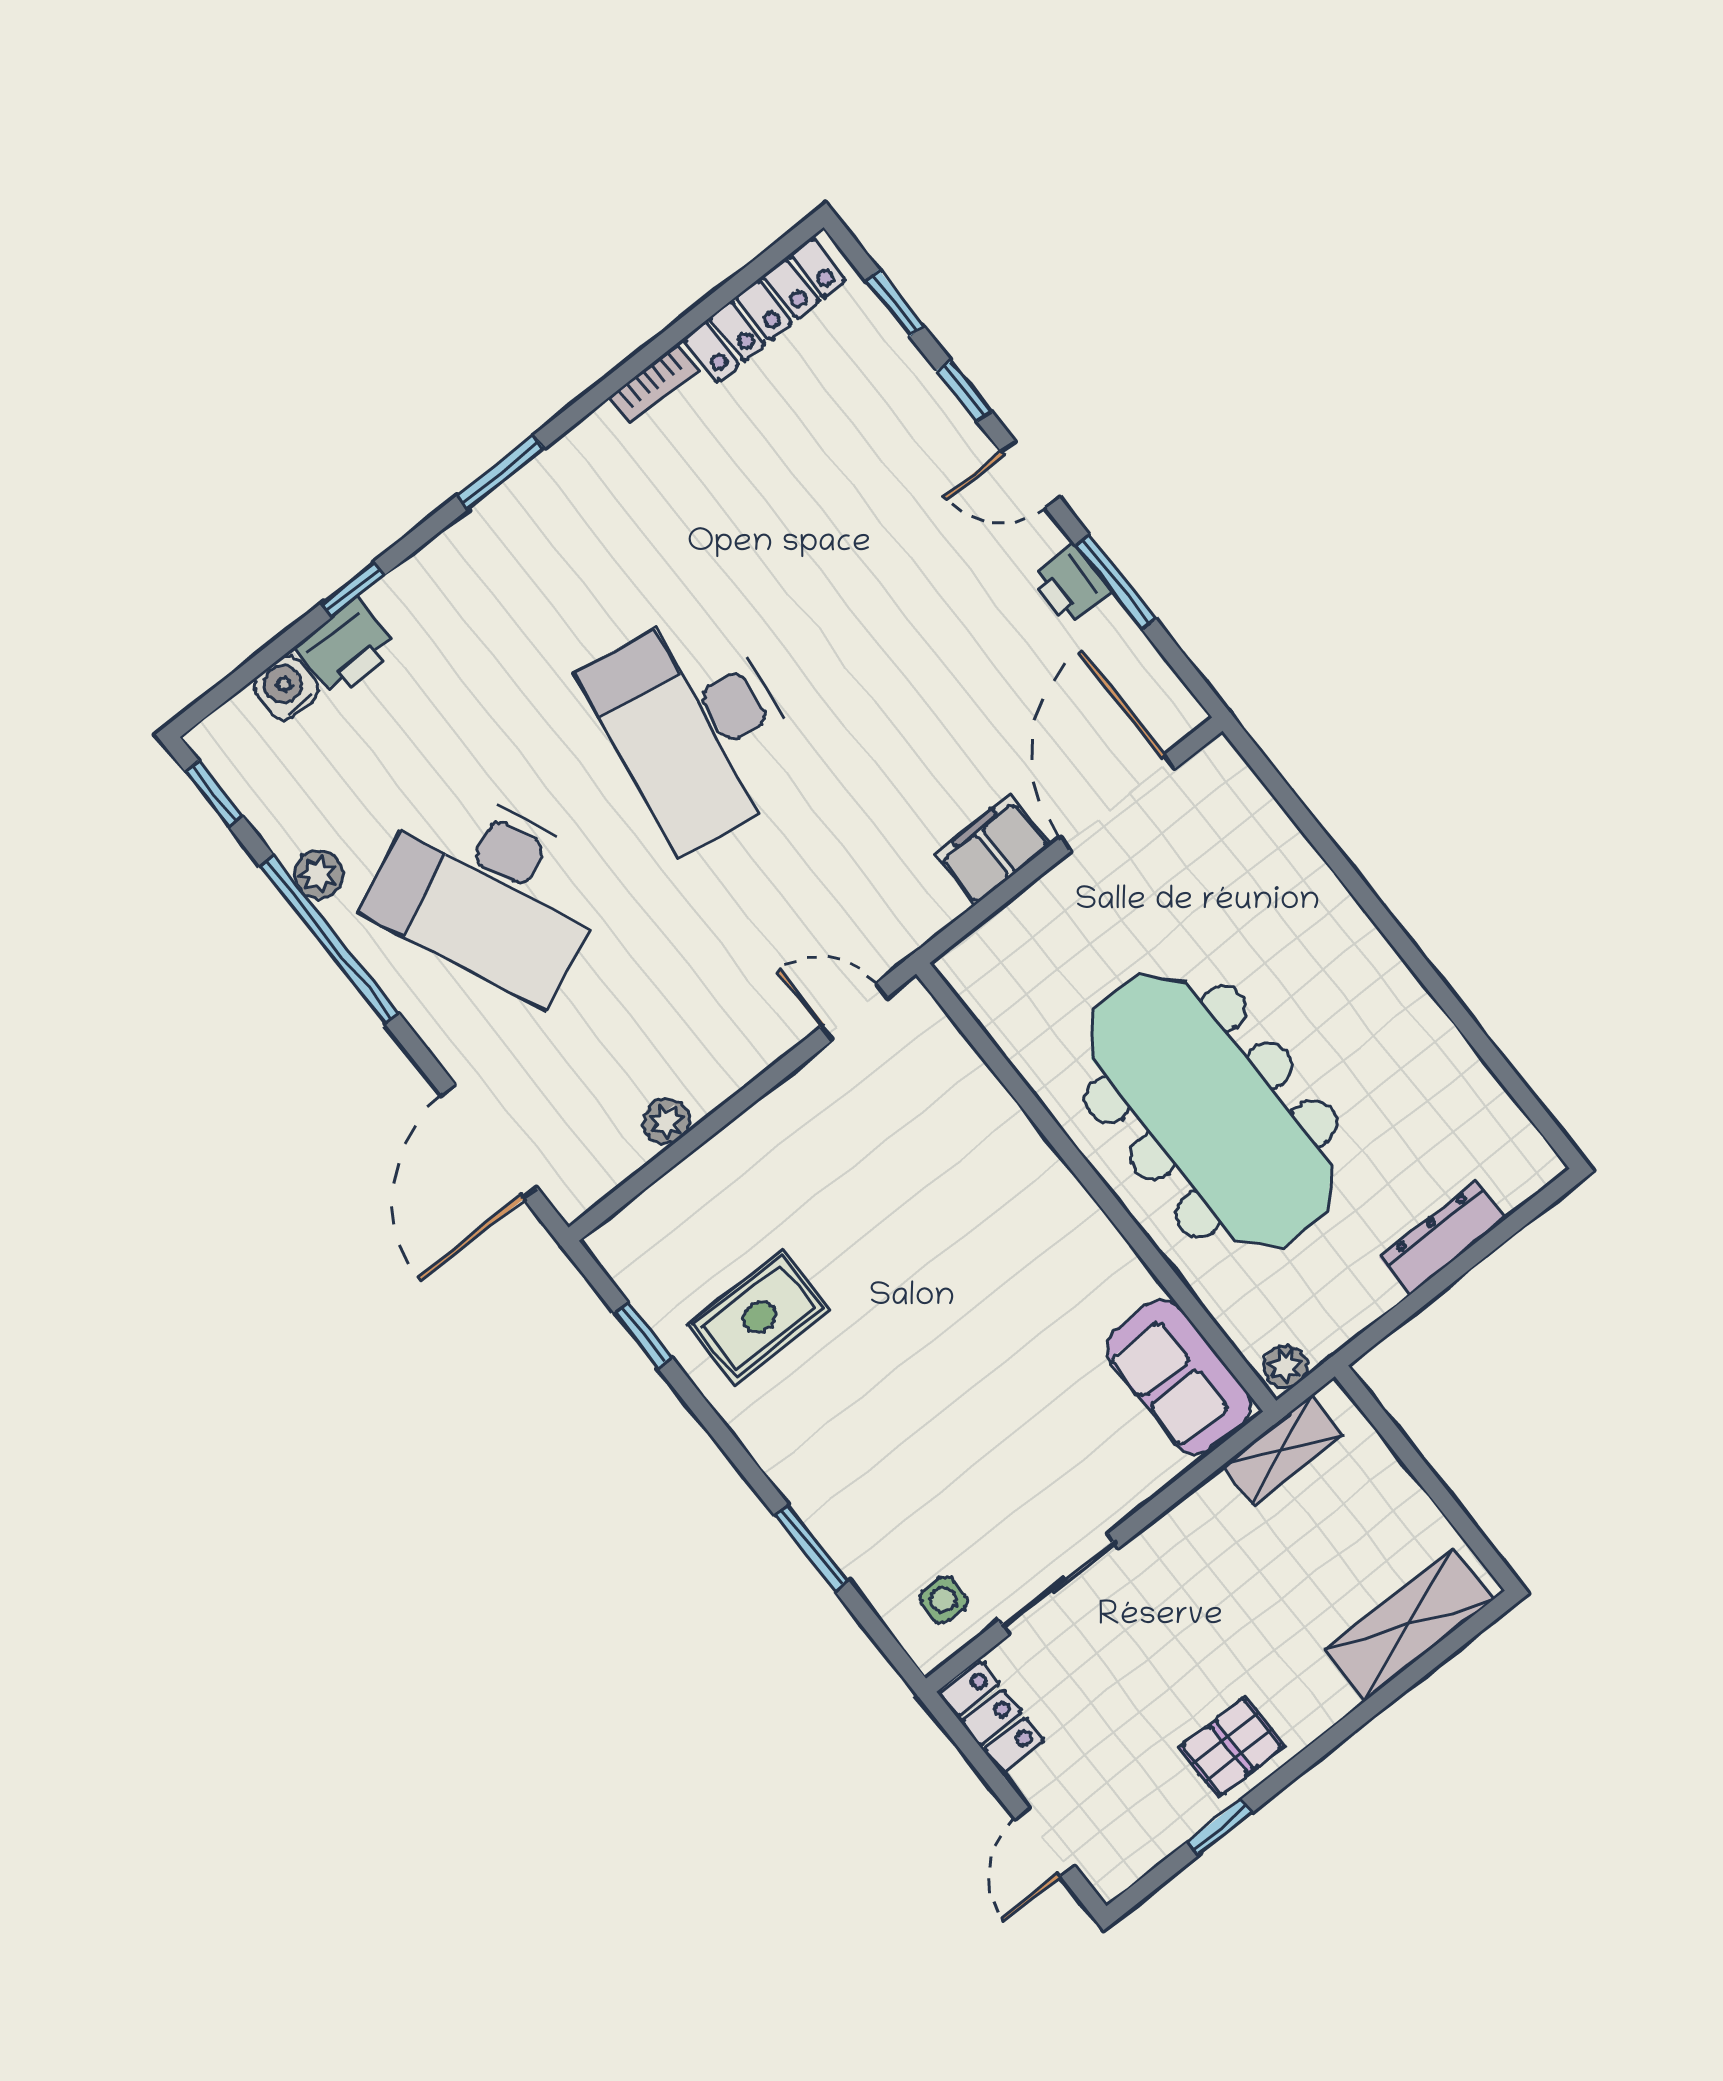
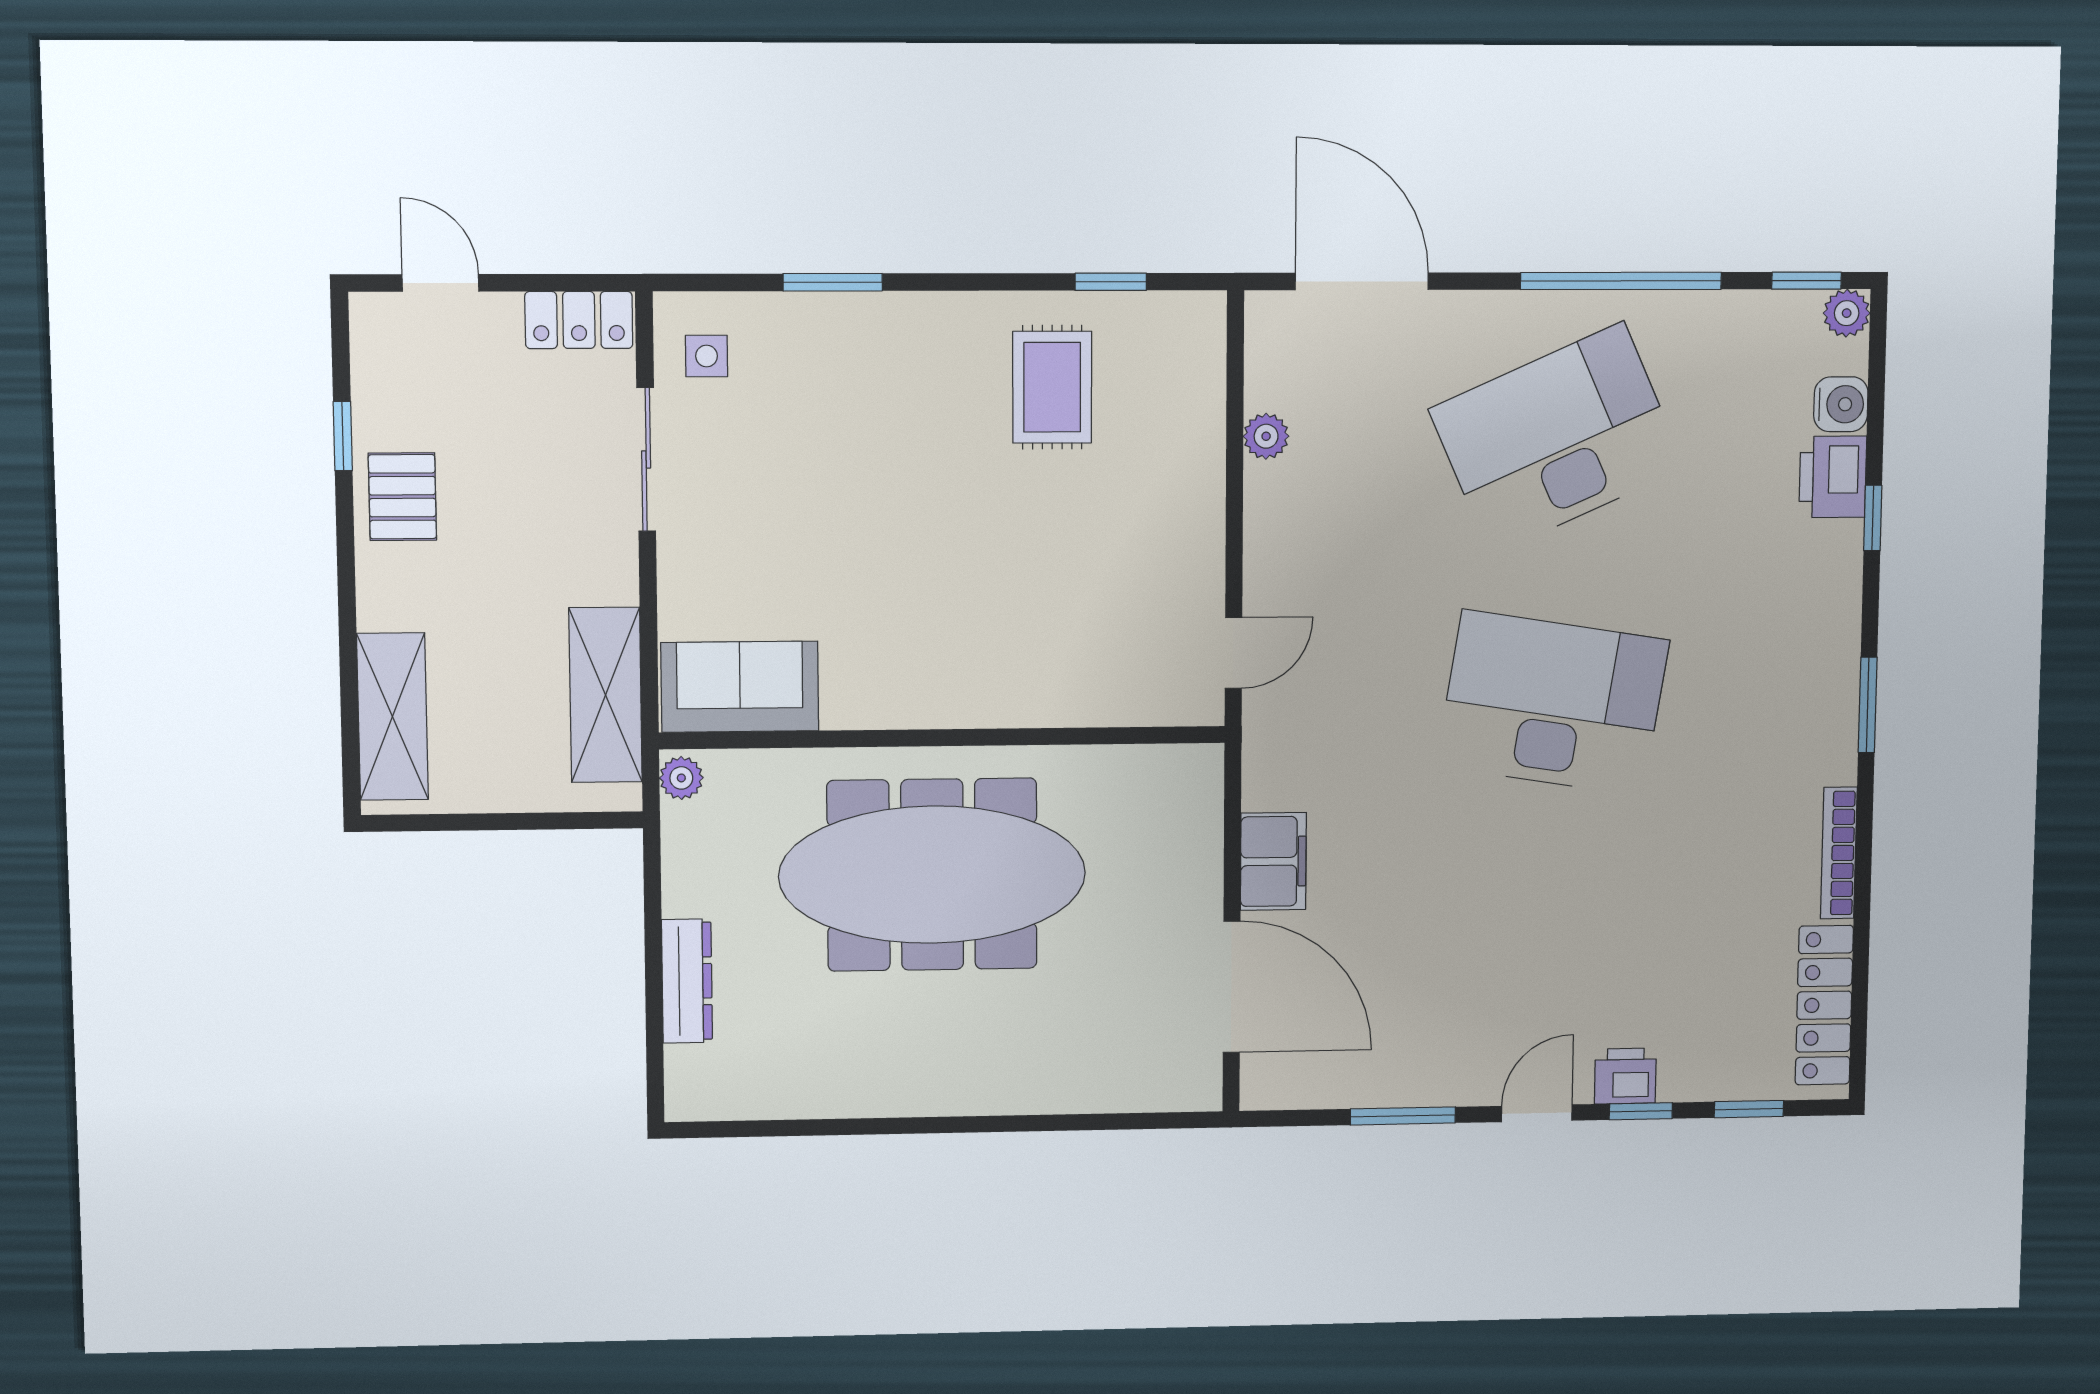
bookcase: (654, 384) -> (1839, 853), width x1.56
printer: (1070, 584) -> (1625, 1076), moved
plant: (319, 874) -> (1847, 313), moved
shelving: (1283, 1450) -> (606, 695), width x1.50, depth x1.33

